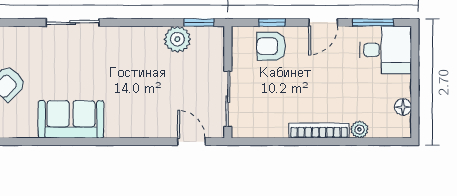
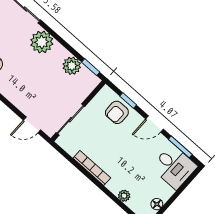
plant: (122, 43) -> (42, 42), added
armchair: (271, 46) -> (117, 112), turned -90
bookcase: (319, 131) -> (92, 168), moved
door: (191, 142) -> (32, 125), swing flipped

